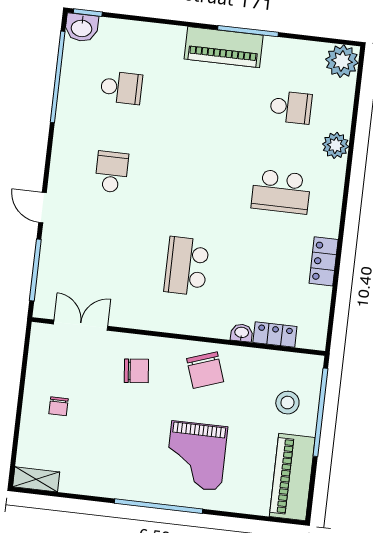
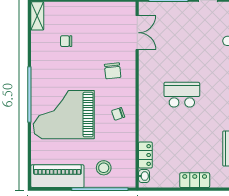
washbasin: (242, 333) -> (144, 176), moved
chair: (205, 370) -> (118, 114), width x0.54, depth x0.54
chair: (59, 406) -> (66, 41), moved
grand piano: (196, 456) -> (64, 115), width x1.37, depth x1.48

